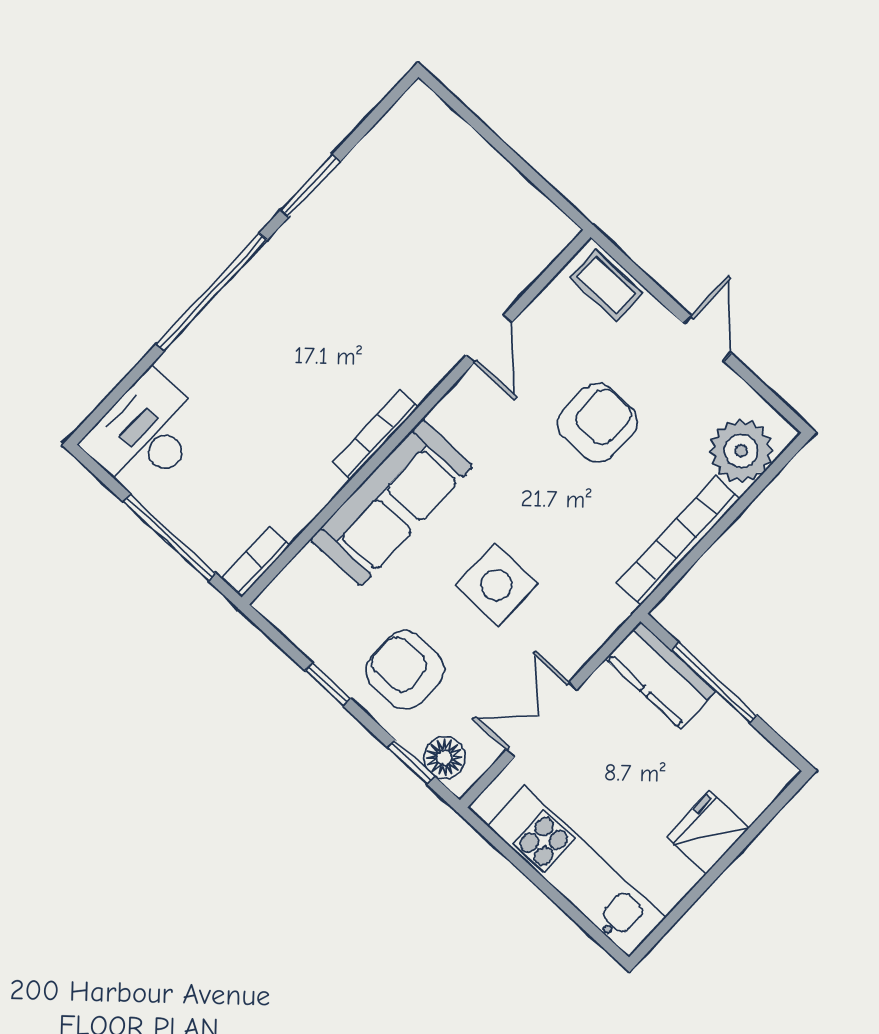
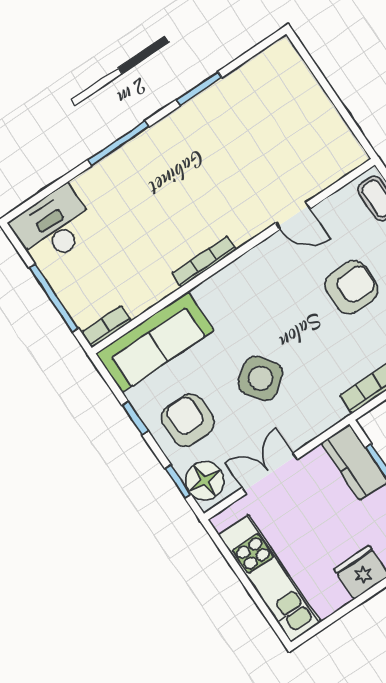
window: (212, 292) -> (118, 143), width x0.68
door: (489, 339) -> (293, 216), hinge flipped
sofa: (392, 503) -> (155, 342), moved
side table: (496, 585) -> (261, 378), turned -36
floor lamp: (445, 758) -> (205, 481), width x1.38, depth x1.38

